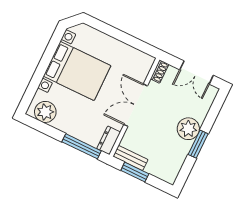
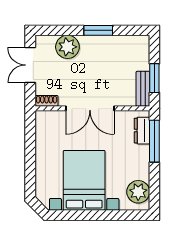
double door: (197, 72) -> (30, 65), swing flipped
plant: (188, 129) -> (67, 47), moved
dresser: (109, 140) -> (142, 131), moved, turned 90

